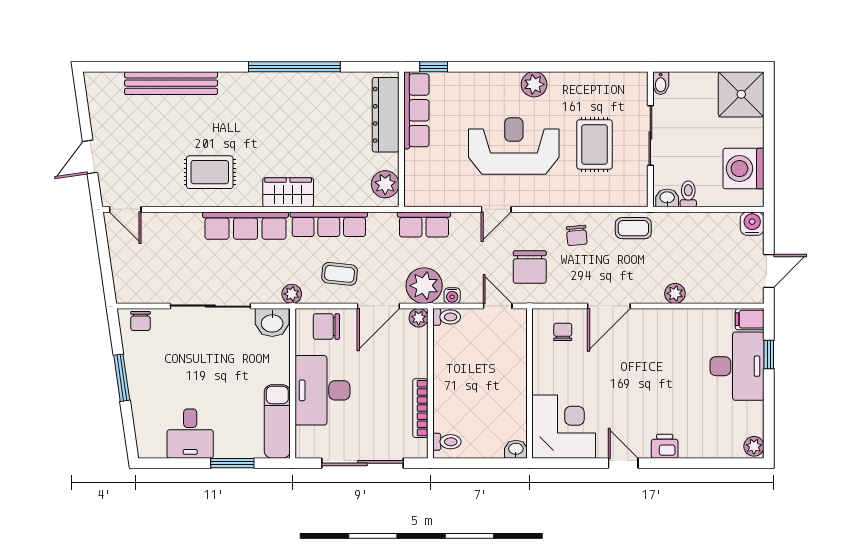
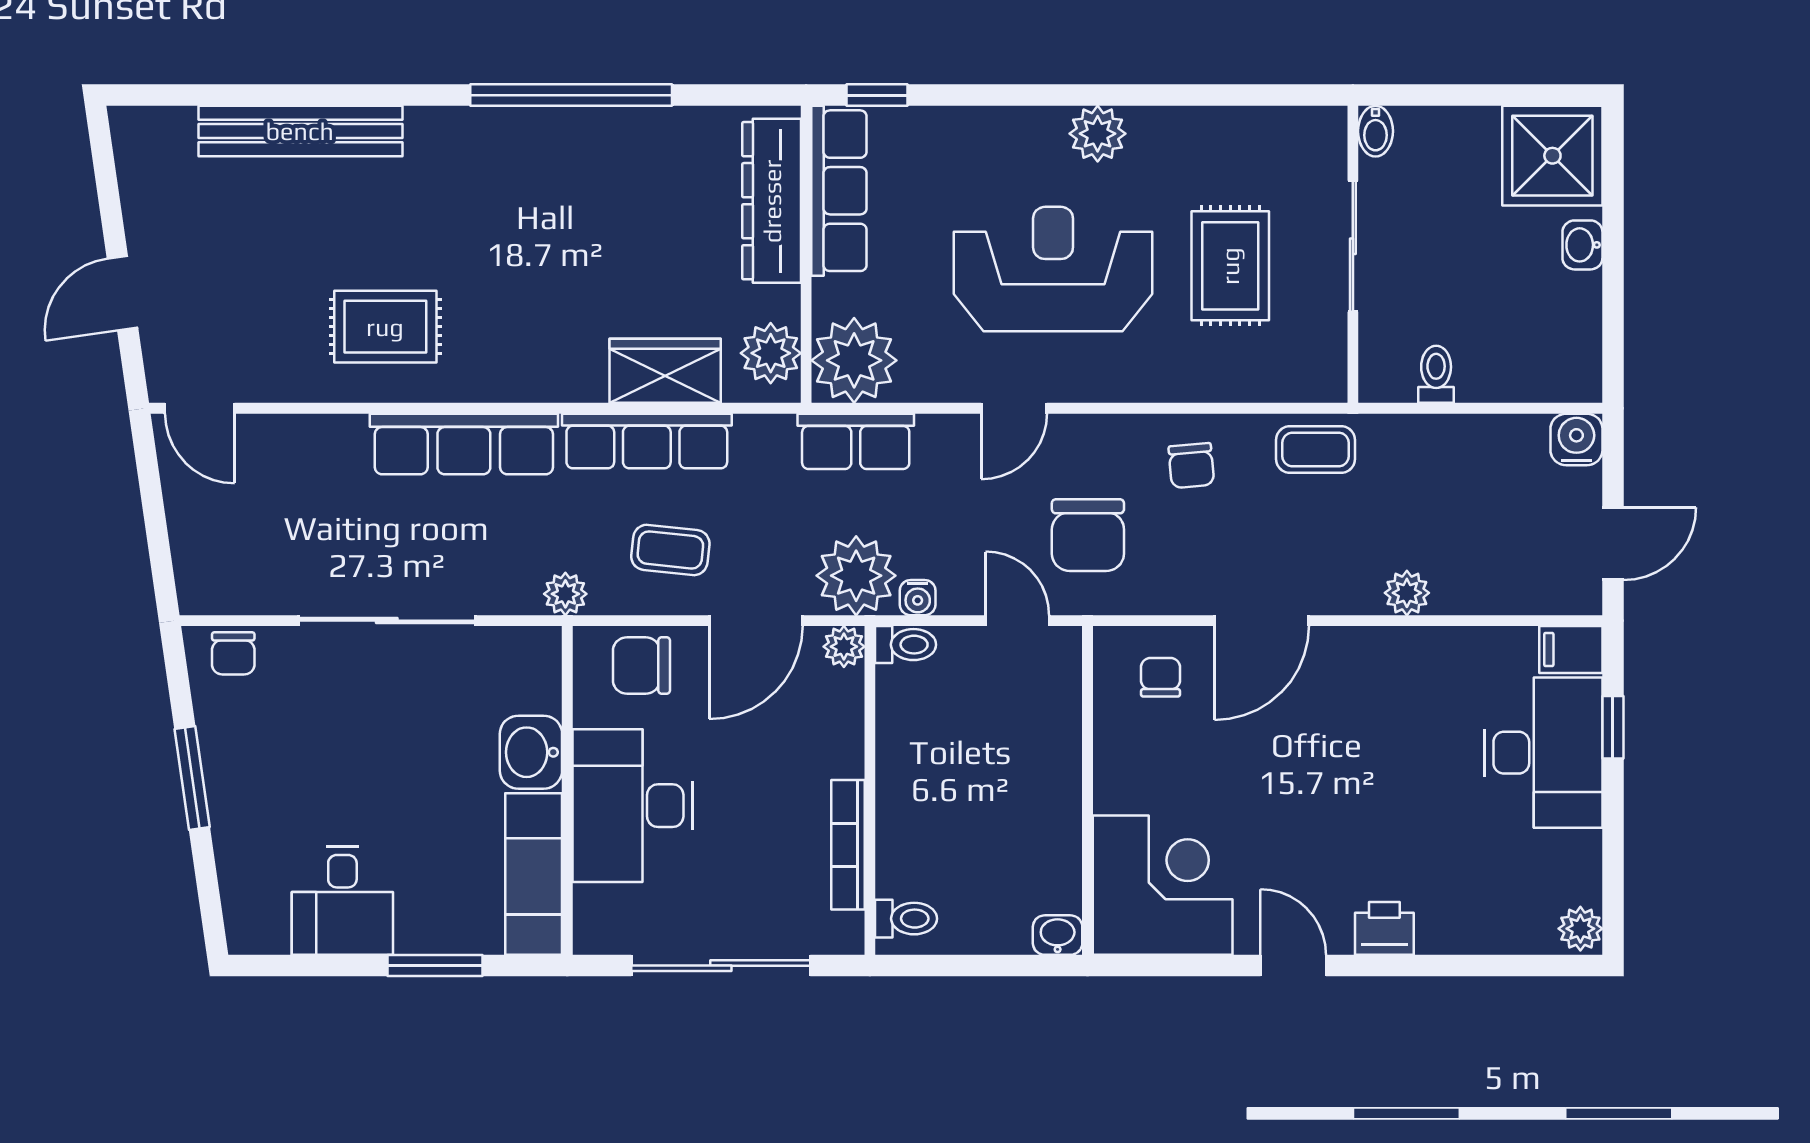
washing machine: (744, 169) -> (1557, 319), removed
plant: (423, 188) -> (854, 360), added
wardrobe: (288, 192) -> (665, 371), moved
washbasin: (667, 198) -> (1582, 245), moved, turned -90
washbasin: (272, 323) -> (531, 752), moved, turned 90

